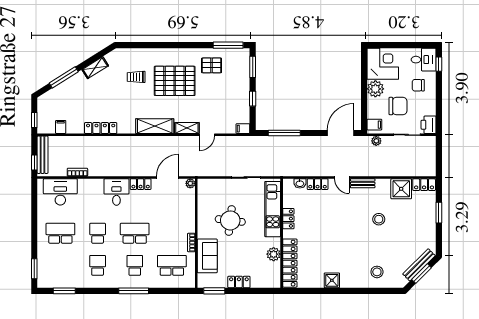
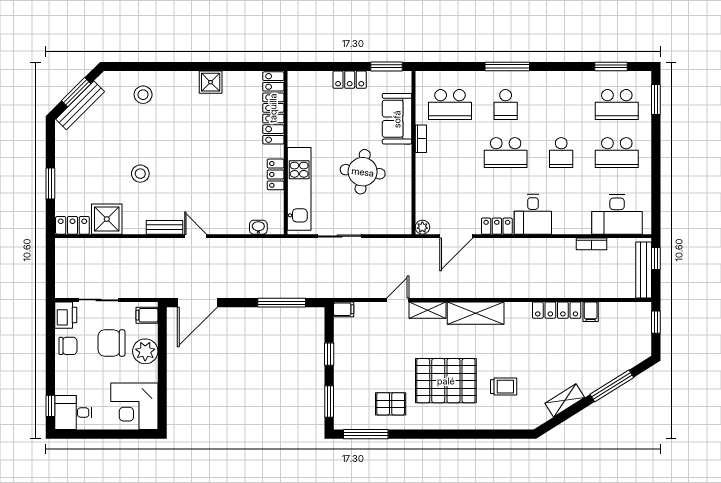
chair: (418, 85) -> (68, 346), moved
plant: (375, 89) -> (145, 351), moved
filing cabinet: (61, 127) -> (591, 312), moved
plant: (376, 141) -> (144, 291), removed
locker: (318, 184) -> (232, 226), removed
plant: (274, 254) -> (298, 121), removed
school desk: (98, 265) -> (617, 105), moved, width x1.85

